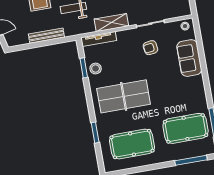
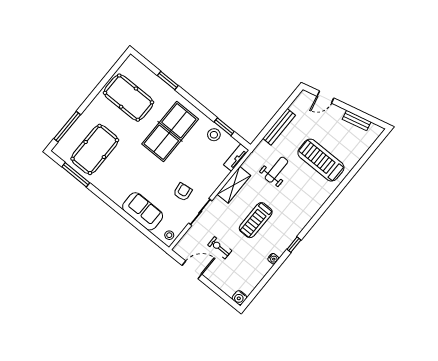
tv unit: (99, 39) -> (236, 158), width x0.71
pool table: (132, 144) -> (129, 98), turned 90

